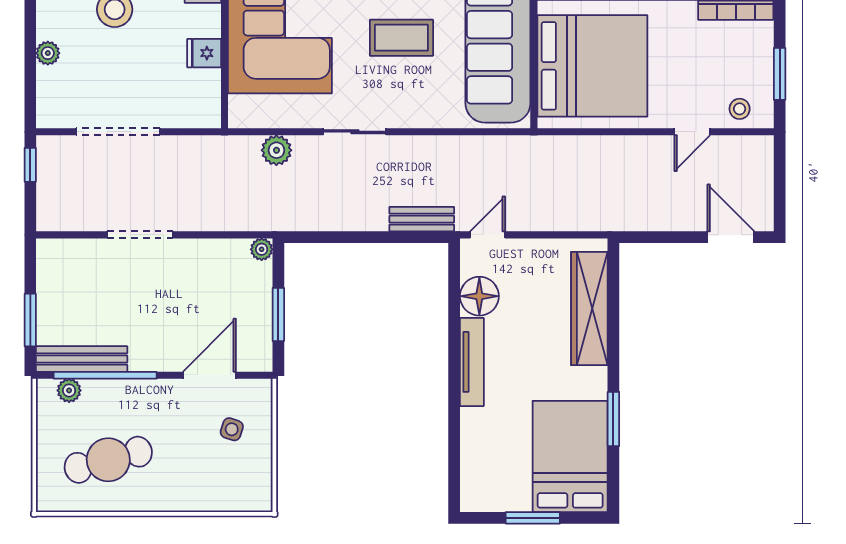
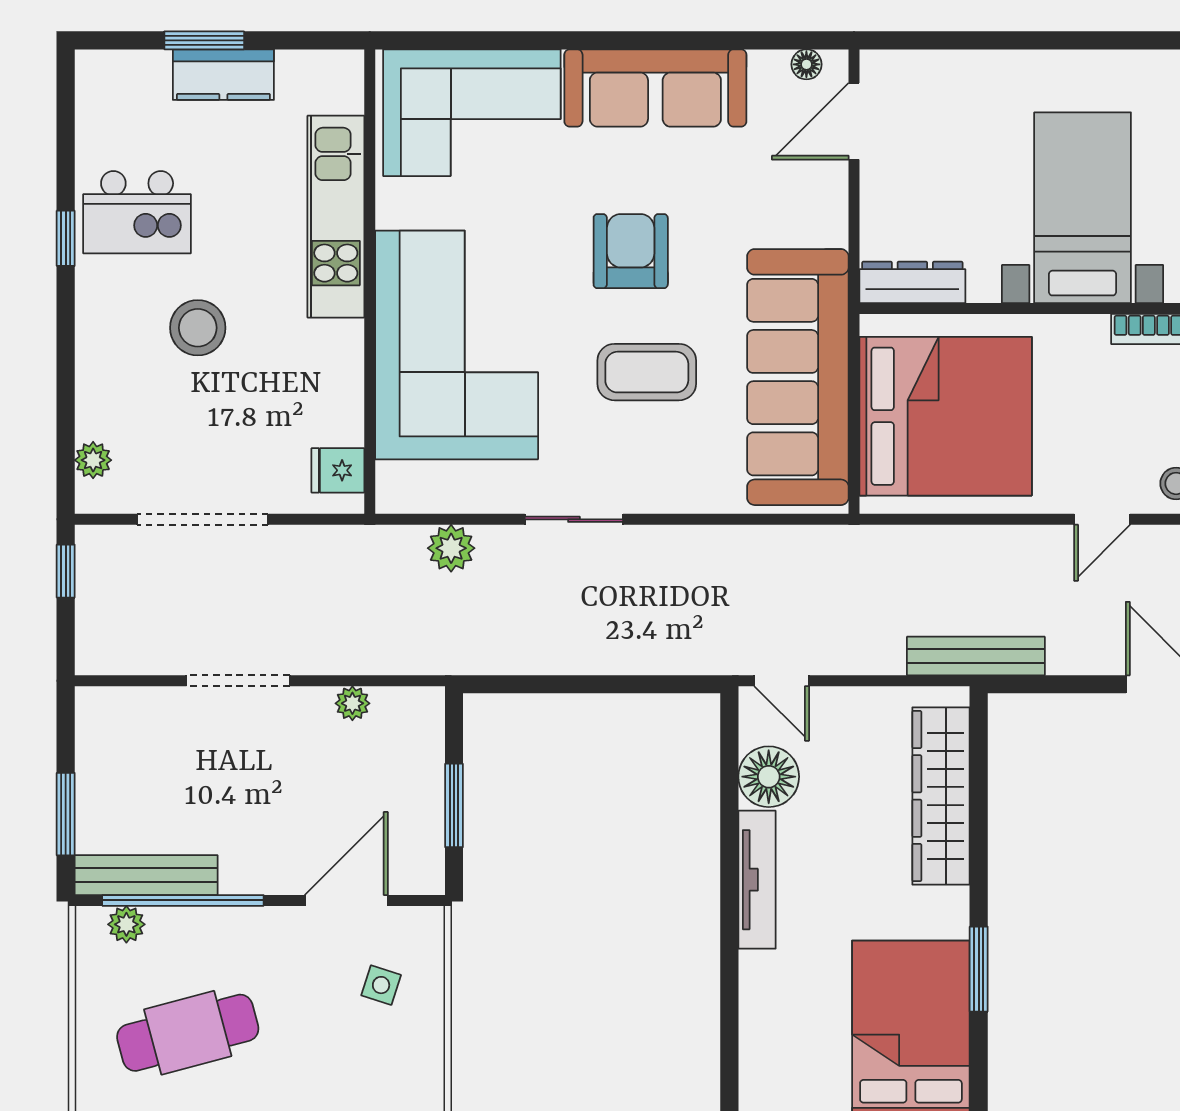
plant: (48, 53) -> (93, 460), moved
fridge: (204, 53) -> (338, 470), moved
bench: (422, 219) -> (976, 656), moved, width x1.36
door: (488, 235) -> (782, 681), swing flipped
plant: (262, 249) -> (352, 703), moved

